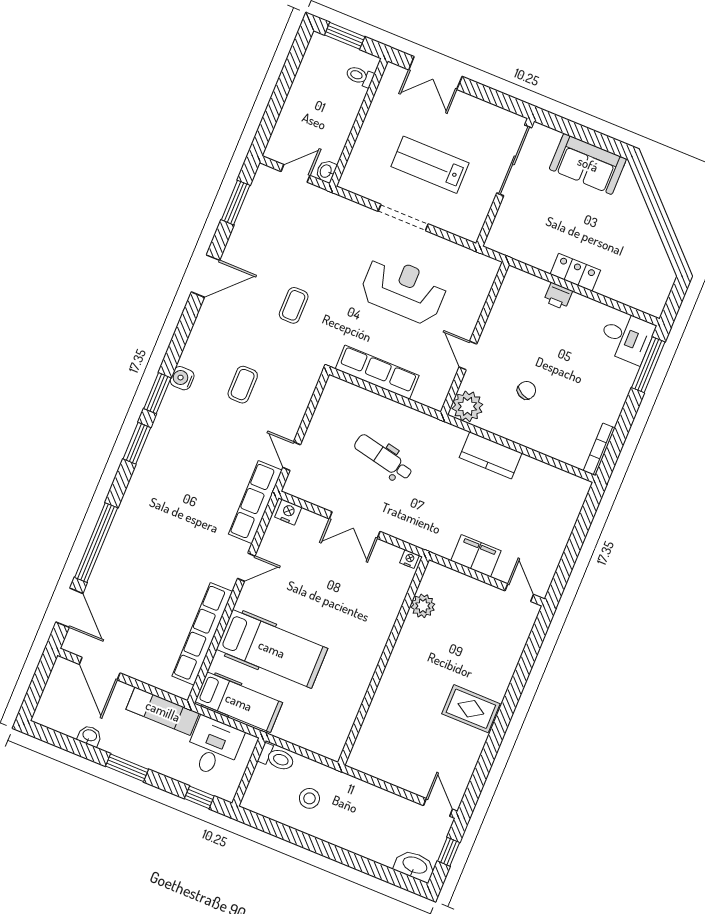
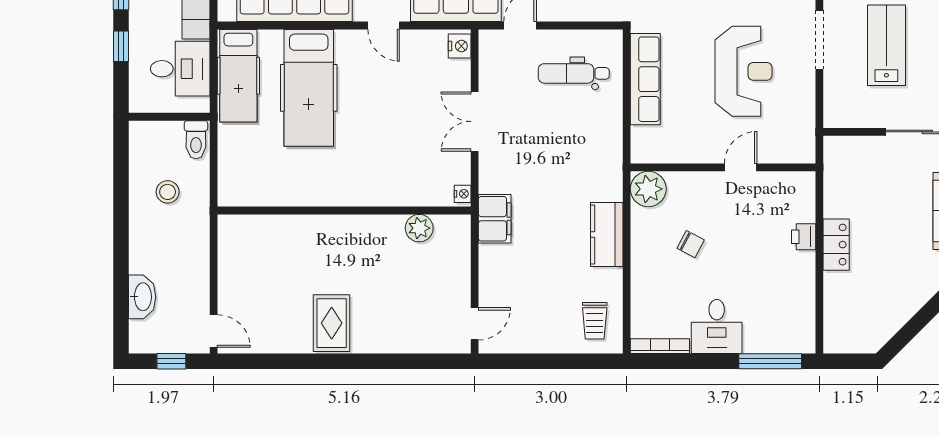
desk: (627, 337) -> (717, 327), moved
door: (468, 356) -> (741, 167), moved
dental chair: (383, 457) -> (574, 73), moved, turned -102
trolley: (557, 494) -> (595, 321), added
filing cabinet: (476, 556) -> (495, 219), moved
window: (199, 797) -> (121, 46), moved
door: (438, 807) -> (214, 331), hinge flipped
washbasin: (415, 866) -> (142, 297), moved

